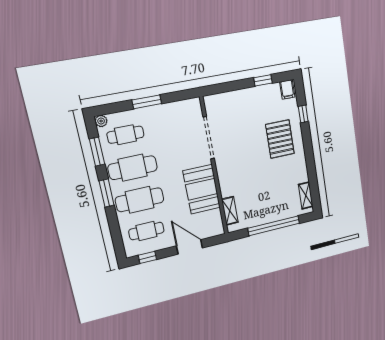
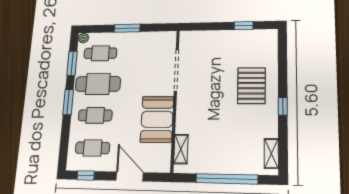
filing cabinet: (287, 89) -> (268, 38), removed
window: (303, 114) -> (283, 106), moved
cafe table: (140, 200) -> (95, 115), width x0.73, depth x0.74

